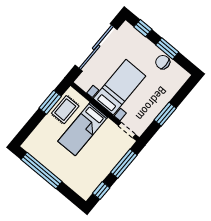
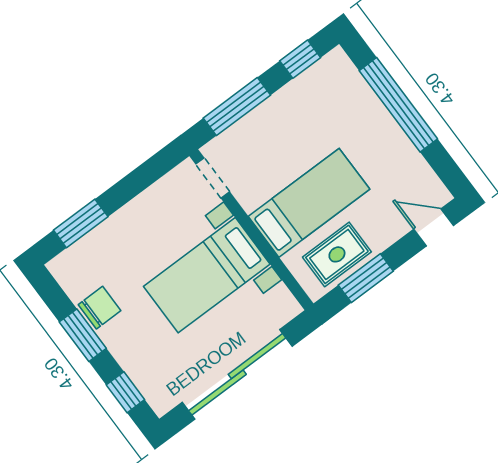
chair: (163, 62) -> (100, 308), turned -90
window: (165, 114) -> (81, 223), moved
door: (26, 131) -> (434, 227), added
window: (41, 171) -> (398, 105), moved

